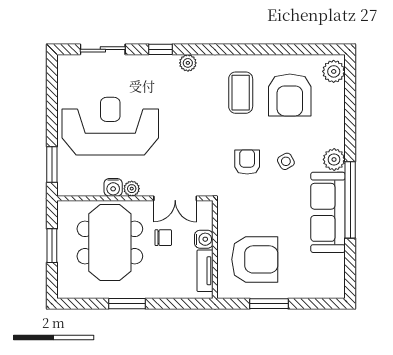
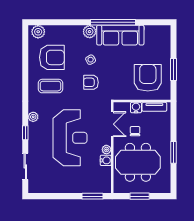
reception desk: (110, 126) -> (70, 138), moved, turned 180

